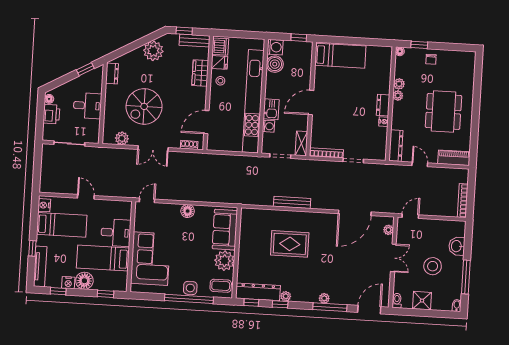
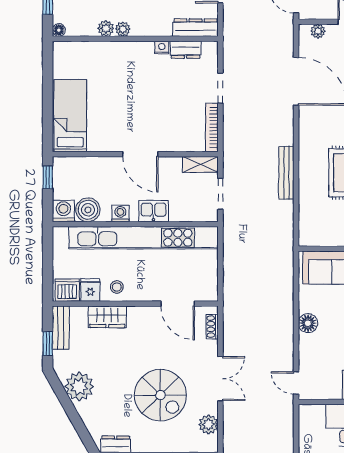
dresser: (383, 105) -> (186, 50), moved
washing machine: (269, 126) -> (120, 213), moved

